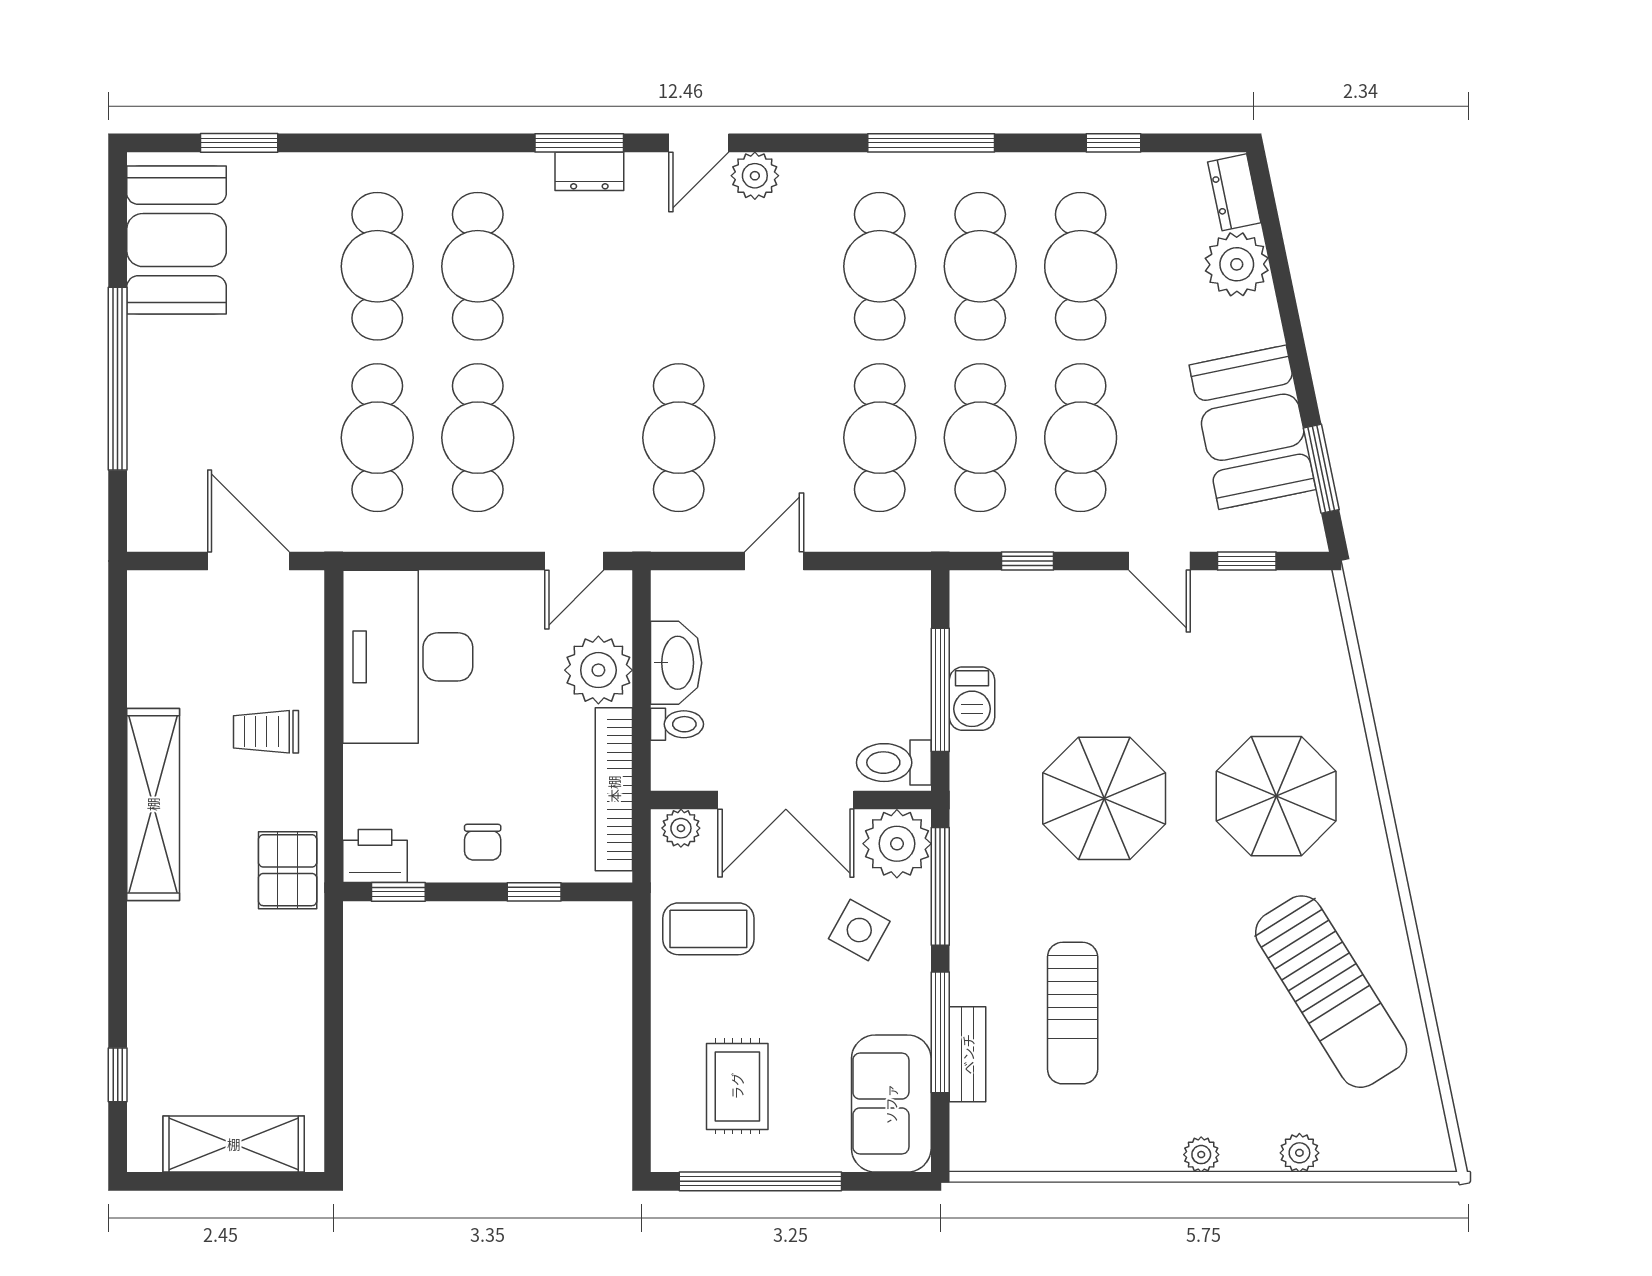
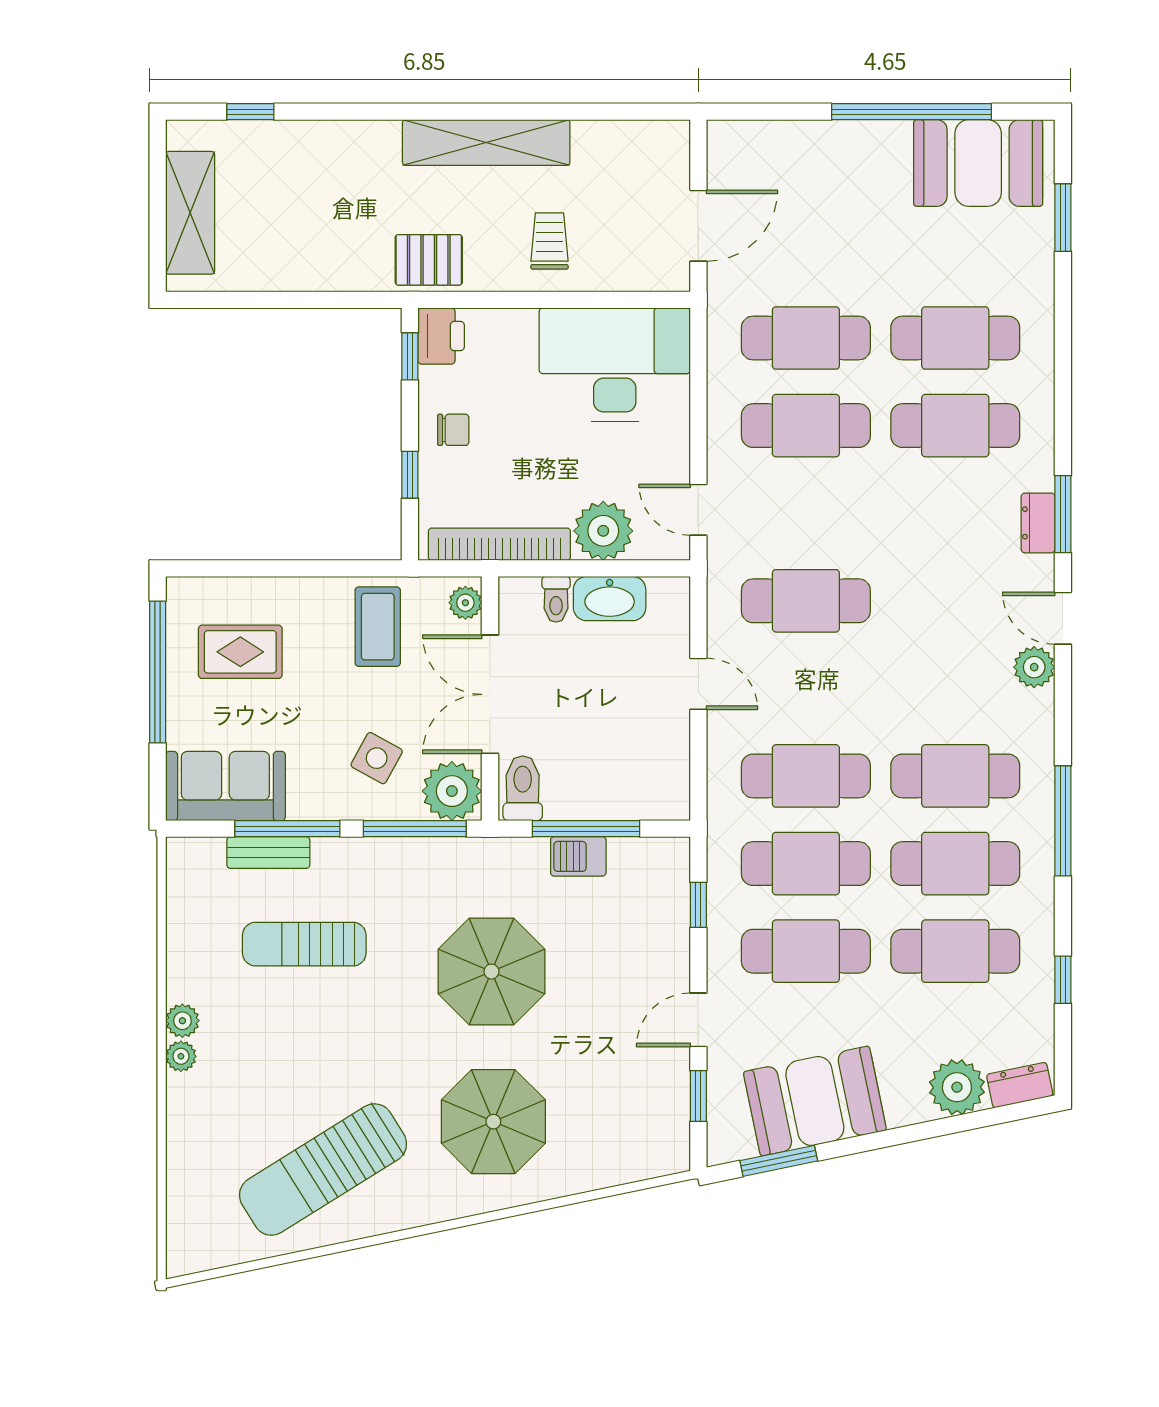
window: (118, 379) -> (911, 112), moved
chair: (483, 842) -> (453, 430), turned 180
plant: (1299, 1153) -> (182, 1021), moved

